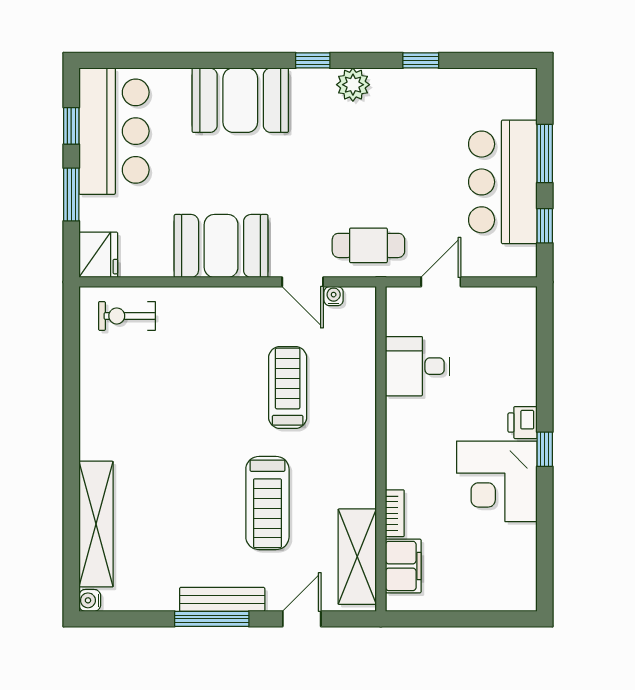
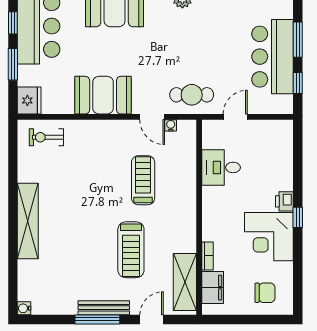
shelving: (96, 524) -> (28, 221), moved
chair: (490, 574) -> (265, 293), added

